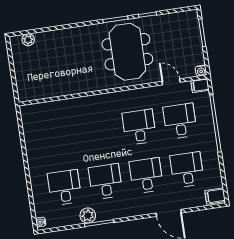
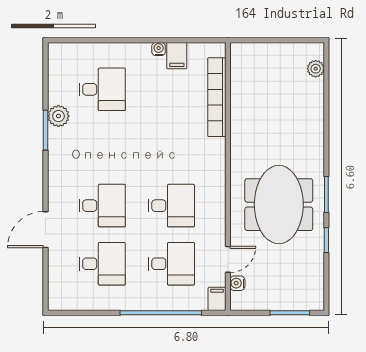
meeting table: (127, 52) -> (279, 205), turned 90
water cooler: (201, 71) -> (237, 283), moved
bookcase: (58, 106) -> (217, 97), added
desk: (105, 182) -> (102, 147), removed
filing cabinet: (215, 196) -> (177, 56), moved, turned 180
water cooler: (41, 222) -> (159, 49), moved

